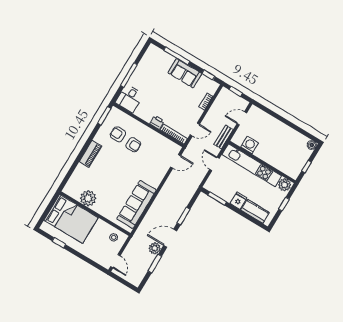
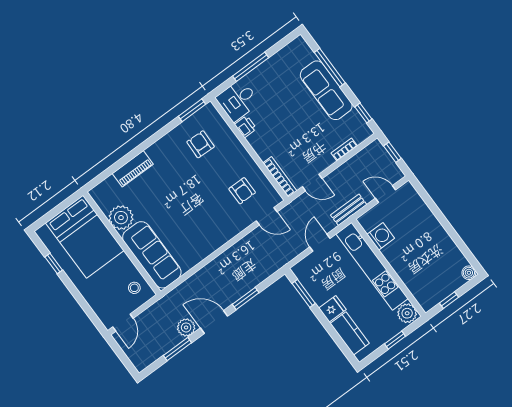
sofa: (185, 73) -> (326, 90), width x1.36
printer: (157, 122) -> (245, 127), moved
armchair: (133, 145) -> (242, 191), moved
piano: (90, 154) -> (133, 169), moved
sofa: (136, 204) -> (152, 255), moved, turned 90

